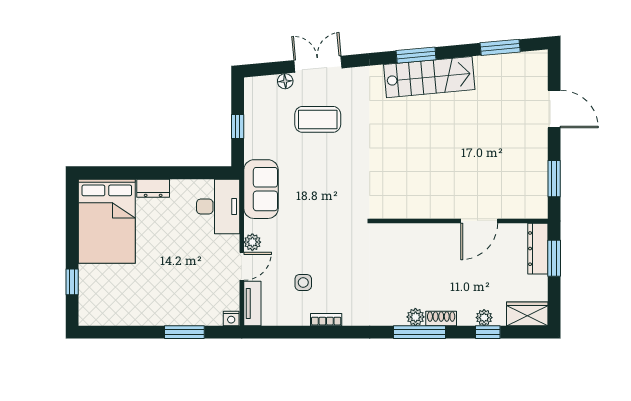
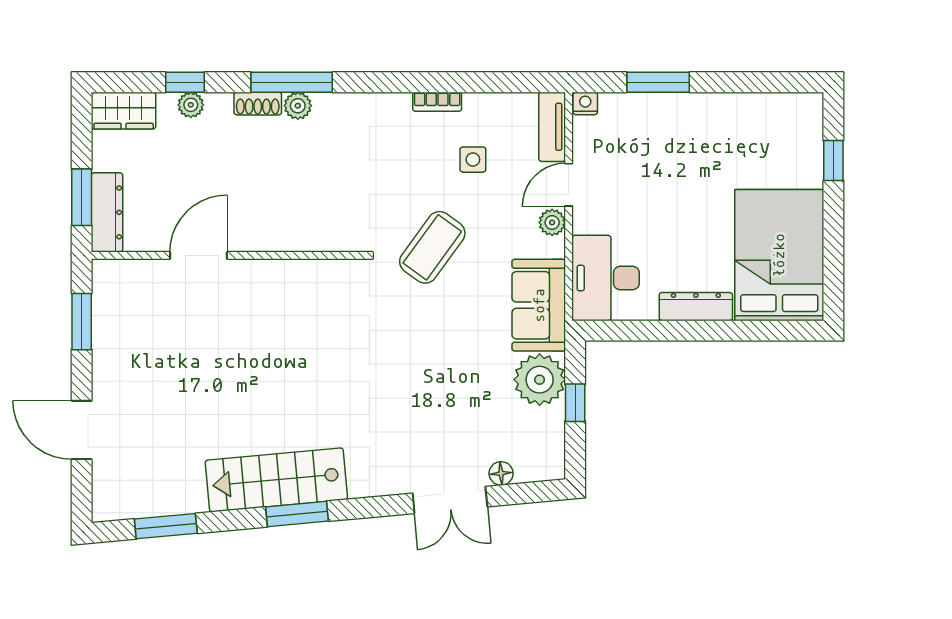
coffee table: (318, 119) -> (432, 247), moved, turned -54
plant: (260, 141) -> (540, 380), added
dresser: (153, 188) -> (696, 307), width x1.44

